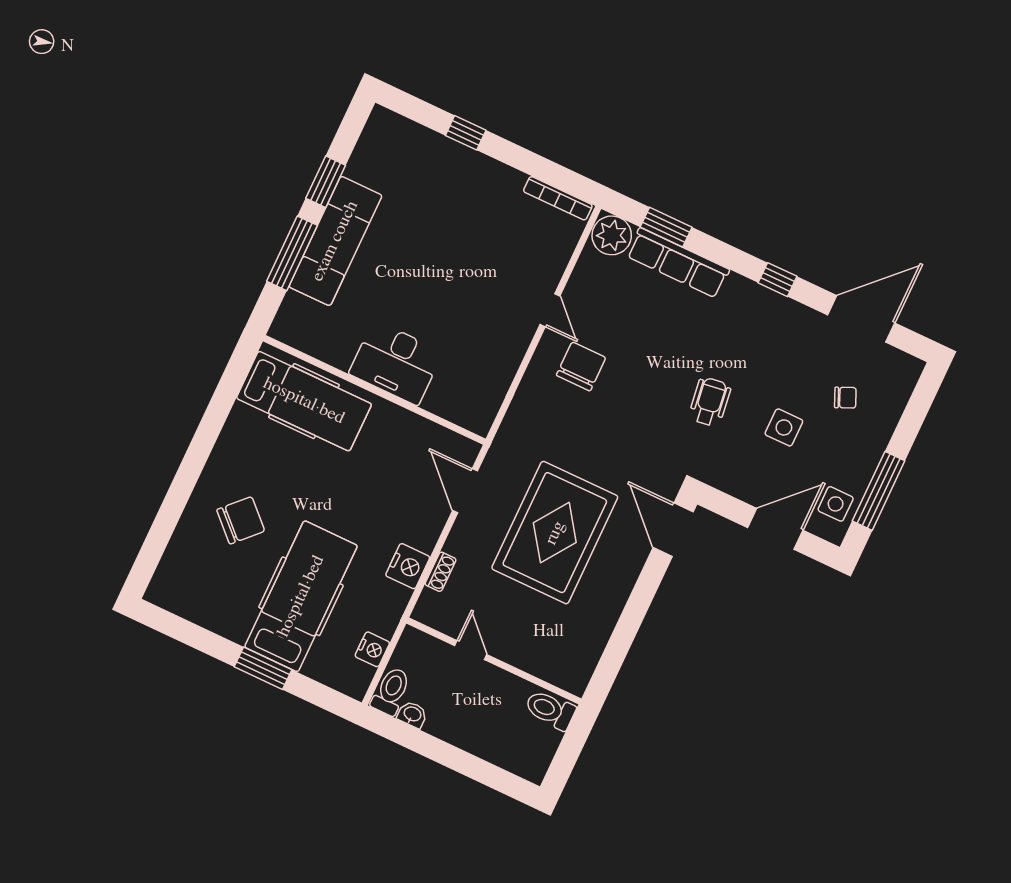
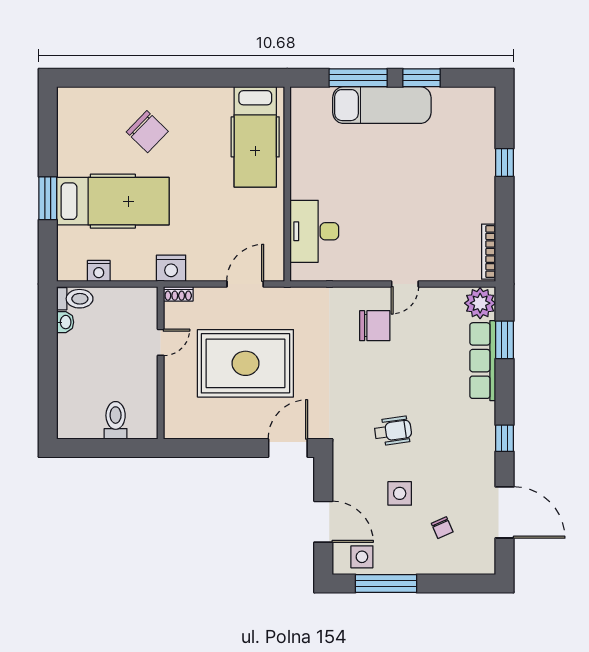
desk: (396, 363) -> (314, 231), moved
door: (471, 650) -> (161, 342), moved
wall: (494, 661) -> (161, 363), moved

